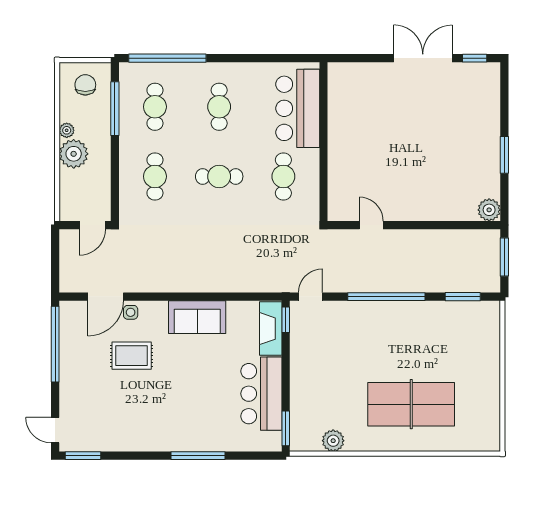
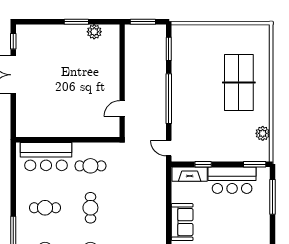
plant: (489, 210) -> (94, 32), moved
window: (286, 320) -> (203, 164), moved
window: (198, 456) -> (272, 197), moved

